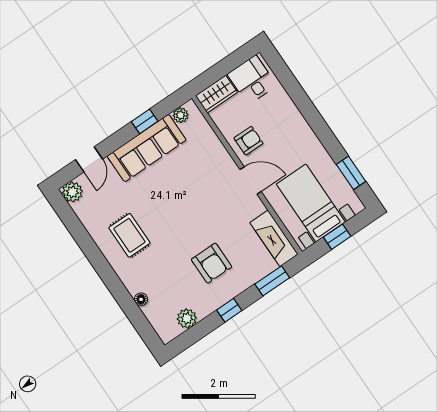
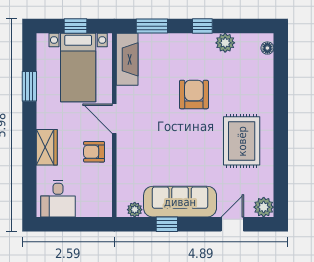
wardrobe: (216, 94) -> (47, 147), moved, turned 90
window: (351, 173) -> (29, 86), moved
rug: (129, 235) -> (242, 141), width x1.36, depth x1.43
armchair: (212, 263) -> (194, 95), moved
floor lamp: (141, 299) -> (267, 48), moved
plant: (187, 318) -> (225, 43), moved

